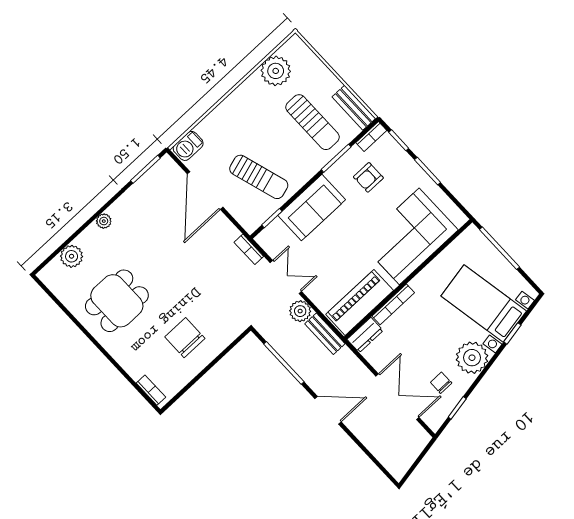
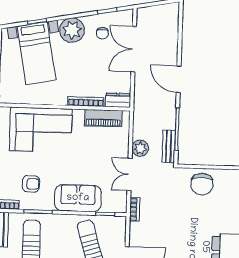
piano: (360, 302) -> (103, 118), width x0.73, depth x0.75
bench: (325, 334) -> (169, 146), moved
chair: (185, 338) -> (202, 184), moved

